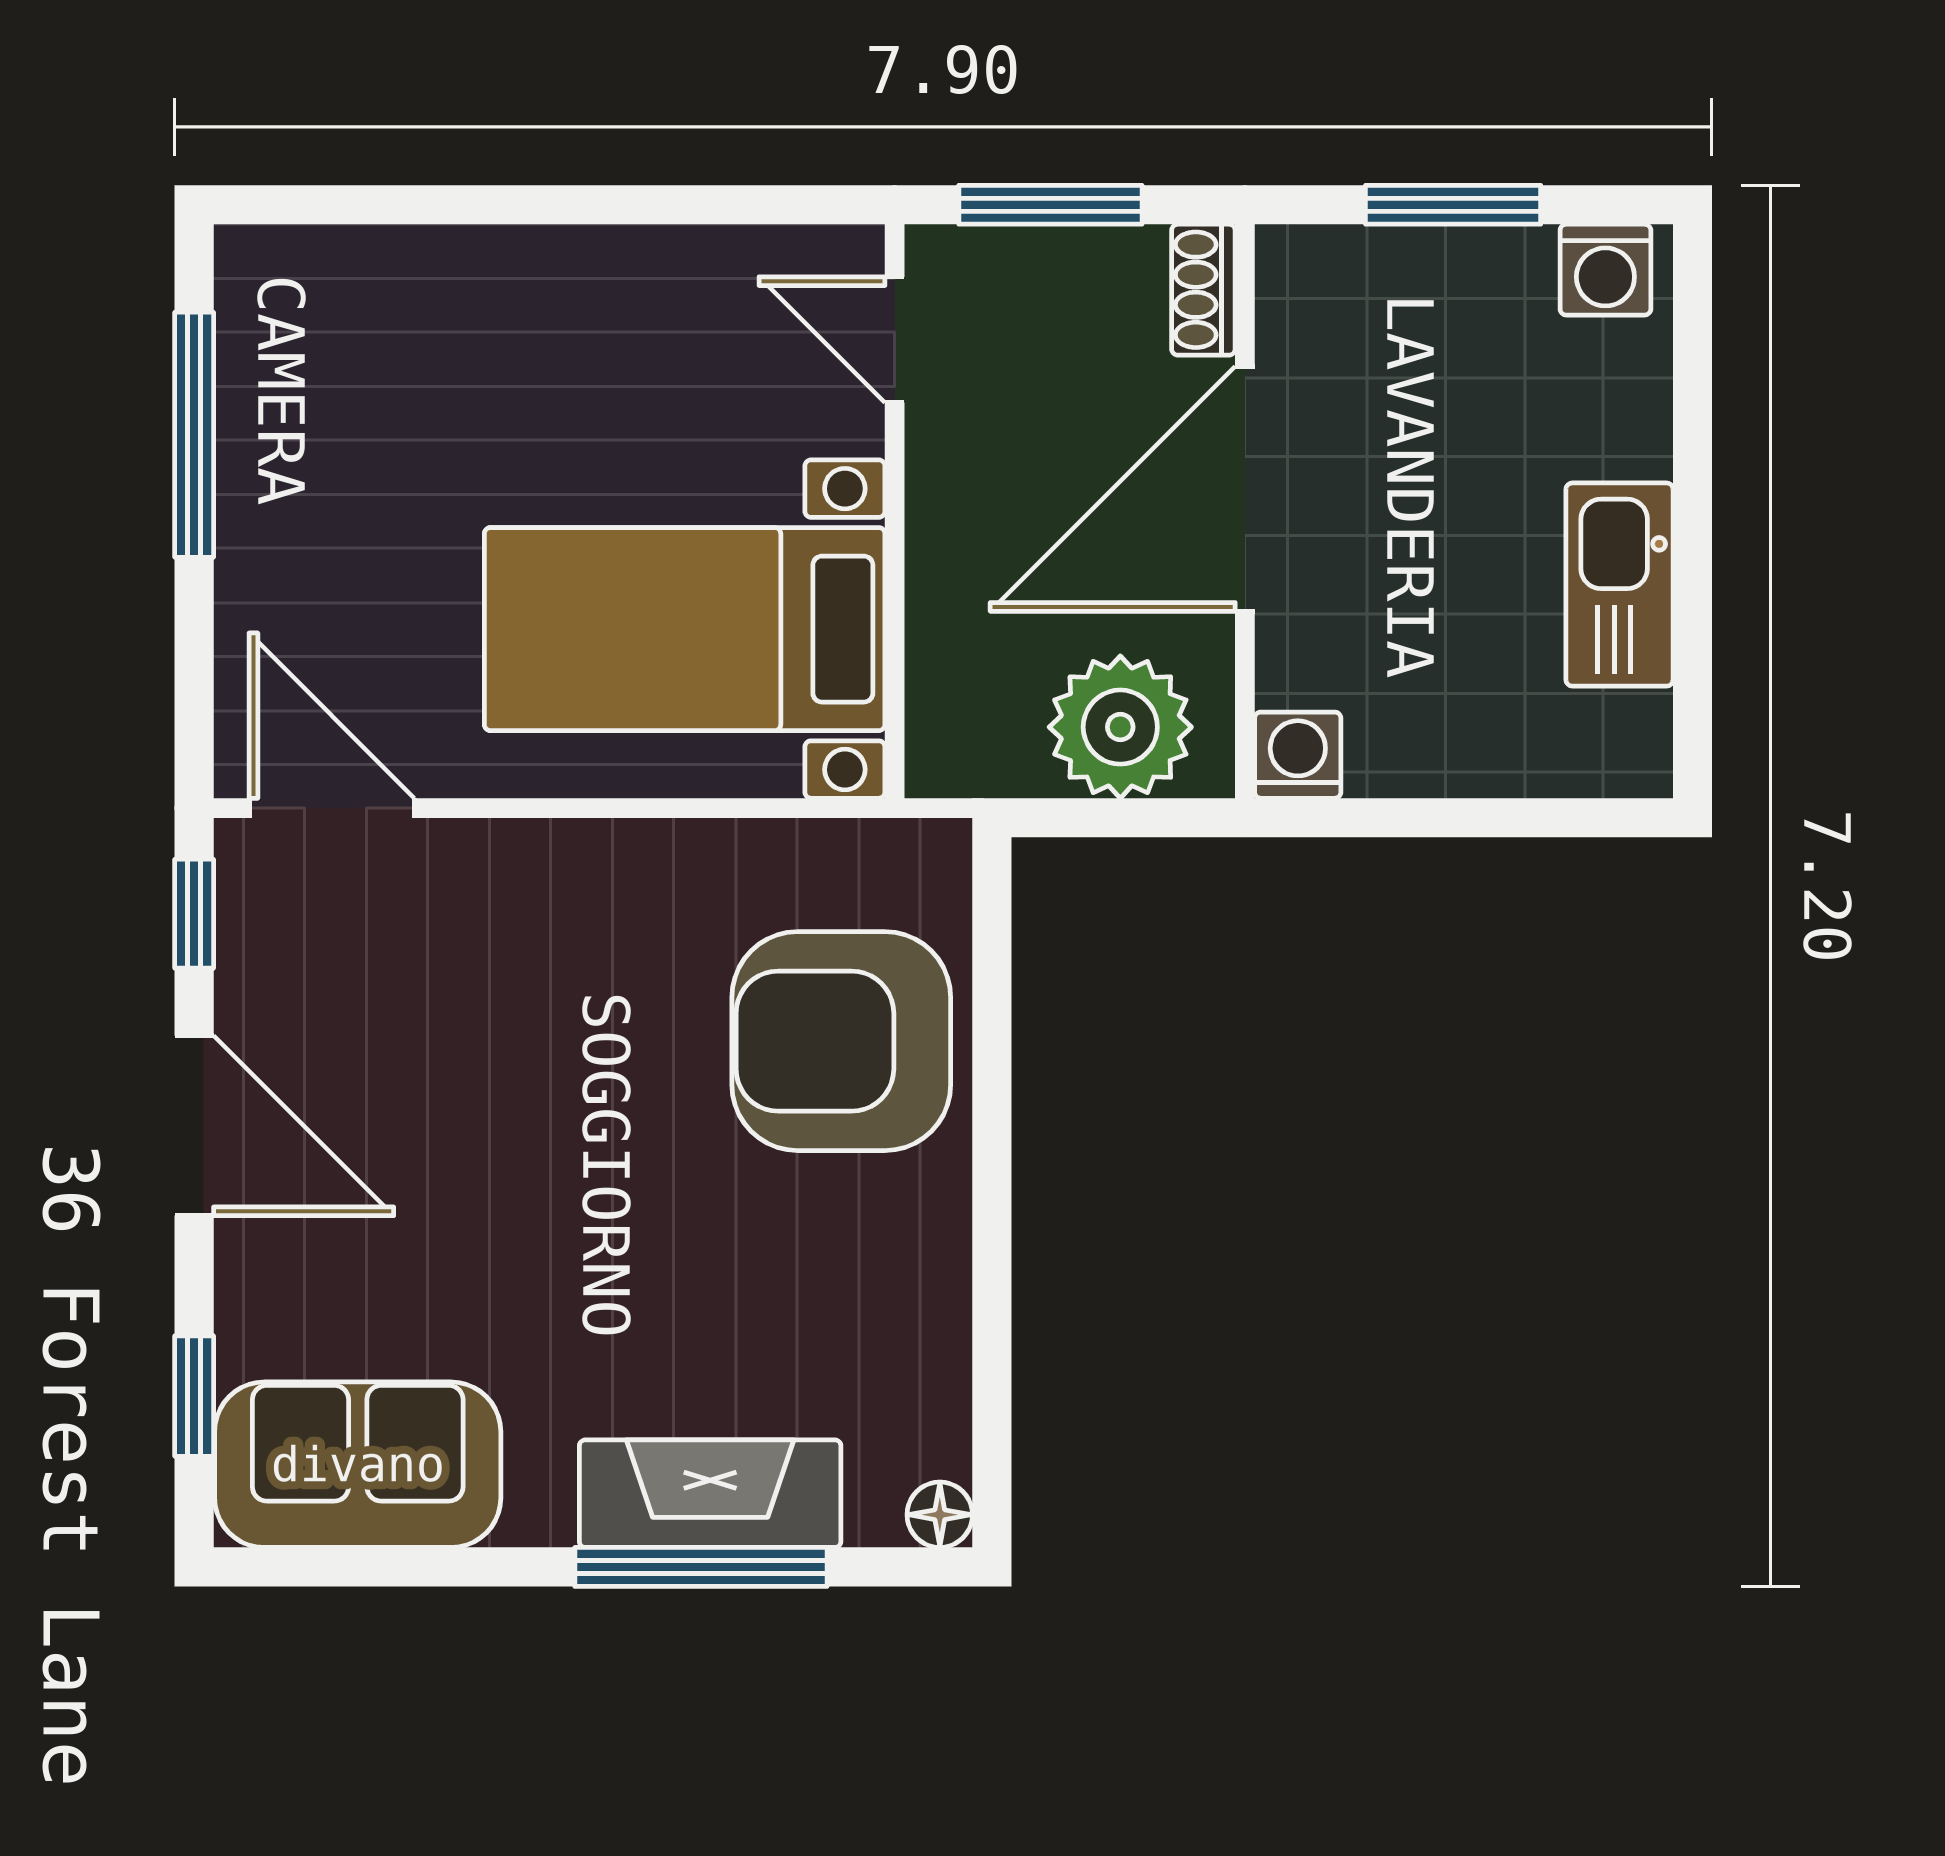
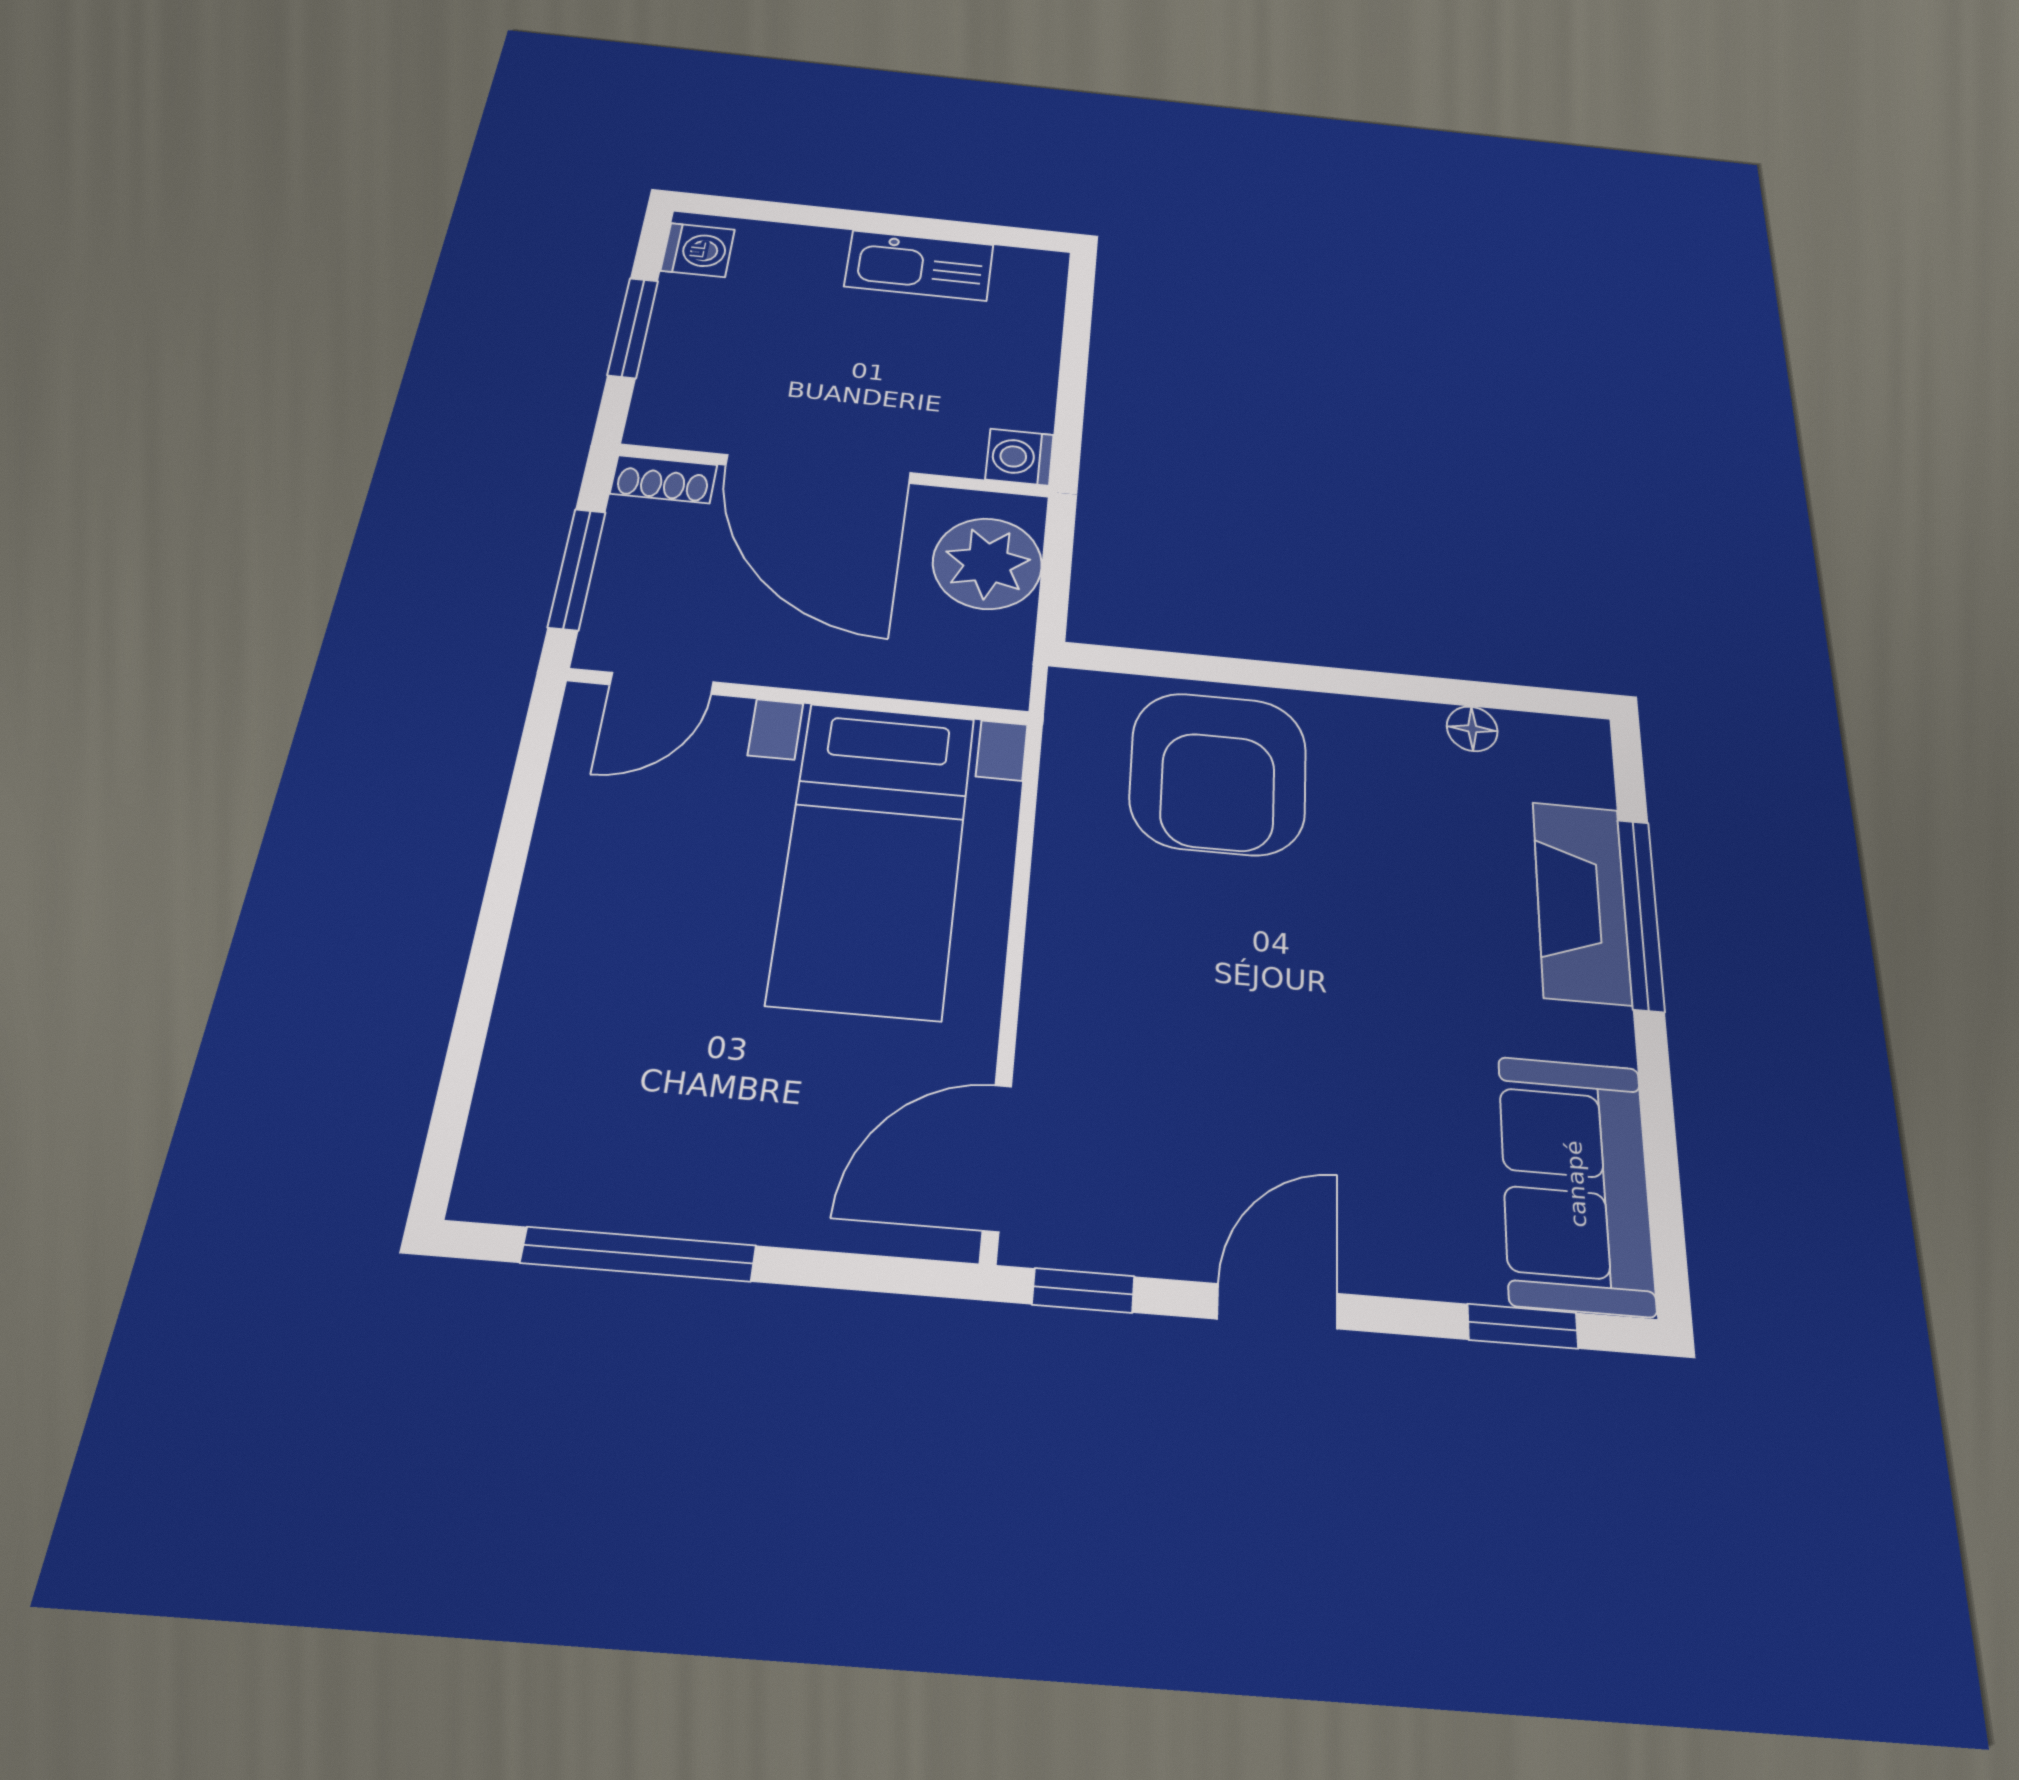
door: (194, 1126) -> (1277, 1306), width x0.73
floor lamp: (940, 1515) -> (1472, 729), moved

